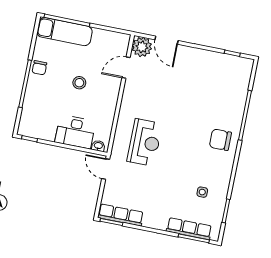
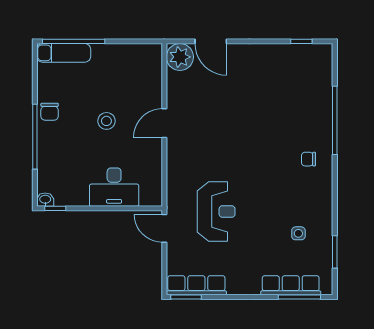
exam couch: (65, 32) -> (64, 53), width x0.73, depth x0.69
door: (126, 68) -> (164, 123), moved
chair: (220, 140) -> (309, 159), width x0.54, depth x0.54
reception desk: (145, 142) -> (216, 212), moved
washbasin: (98, 146) -> (45, 200), moved

